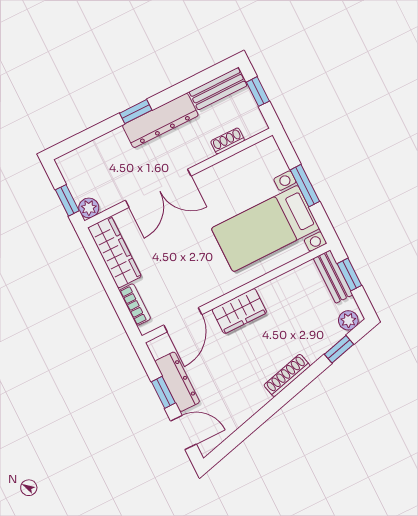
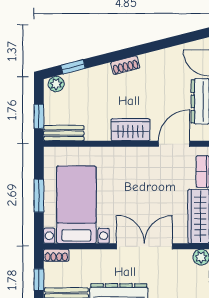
shoe rack: (228, 141) -> (56, 255), moved
bed with nightstands: (265, 228) -> (76, 205), moved, turned -90
bench: (333, 277) -> (64, 133), moved, turned 90
shoe rack: (287, 375) -> (125, 65), width x0.70

